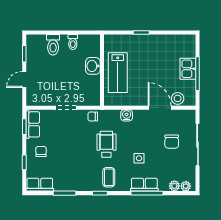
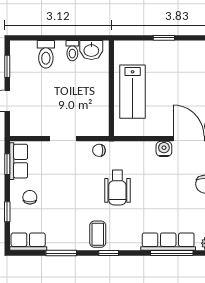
washbasin: (93, 66) -> (91, 50), moved, turned -90
water cooler: (127, 115) -> (164, 149), moved
wheelchair: (106, 144) -> (117, 188), turned 180
side table: (139, 158) -> (161, 206), removed
coffee table: (109, 177) -> (98, 234), moved
row of seats: (144, 185) -> (168, 242), width x1.48

